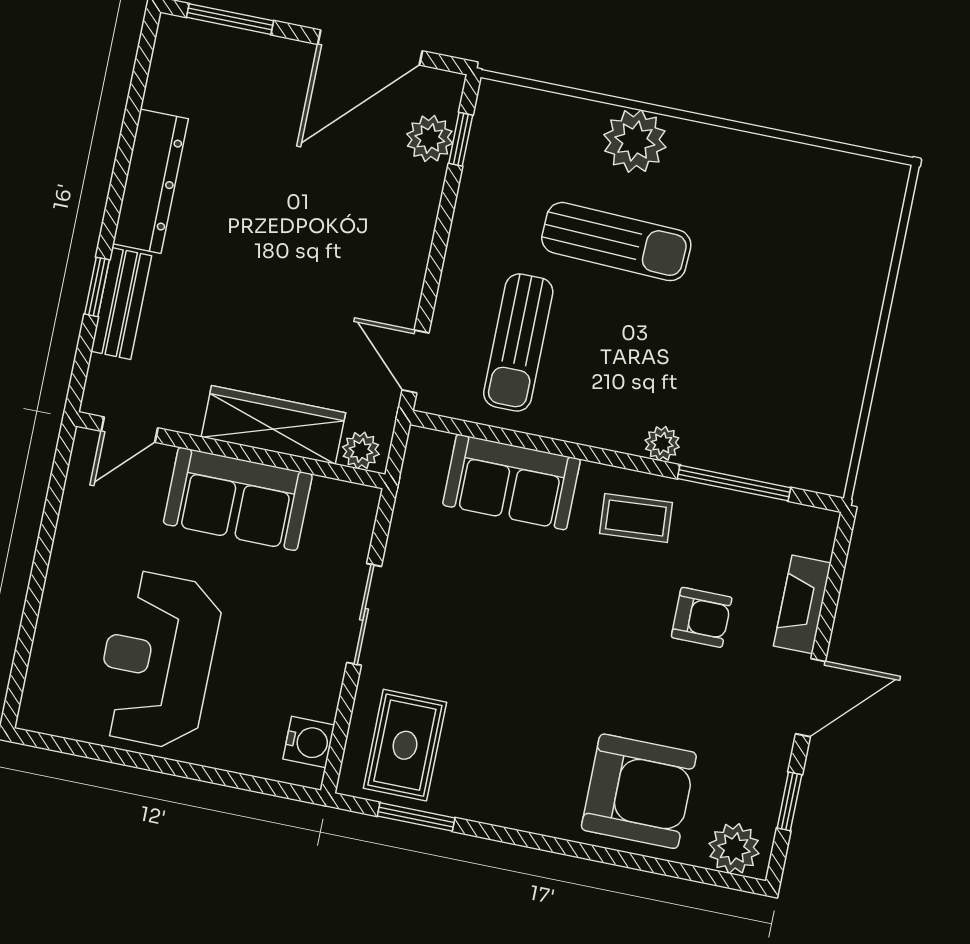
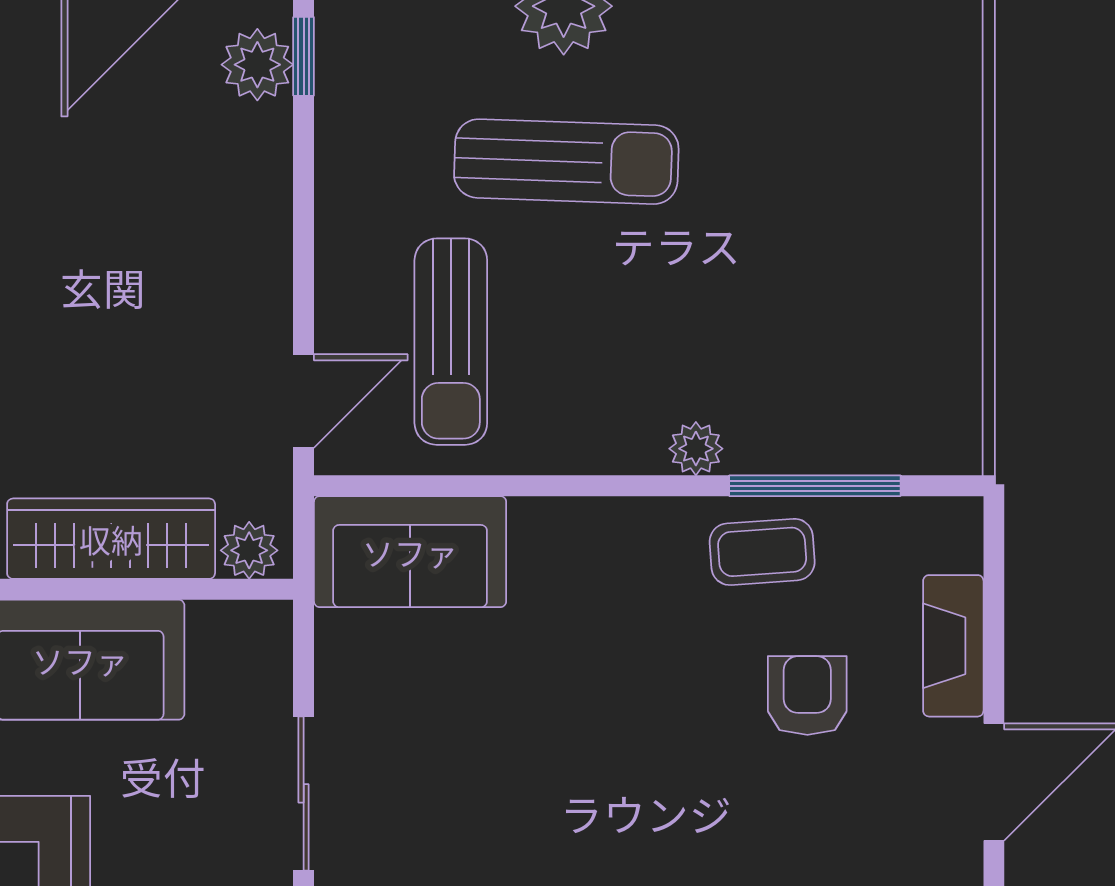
door: (416, 361) -> (304, 401), swing flipped
sofa: (512, 482) -> (410, 552), moved
coffee table: (636, 518) -> (762, 552), moved
armchair: (702, 617) -> (807, 696), turned -90

